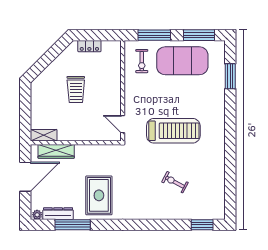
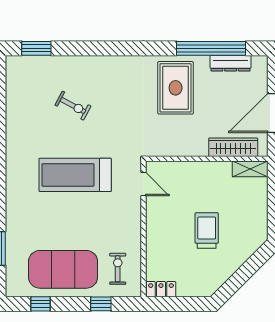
window: (154, 35) -> (101, 304), width x0.46
window: (199, 35) -> (40, 304), width x0.46
locker: (89, 46) -> (161, 289), moved
plant: (37, 215) -> (259, 62), removed
window: (73, 225) -> (211, 48), width x1.46

